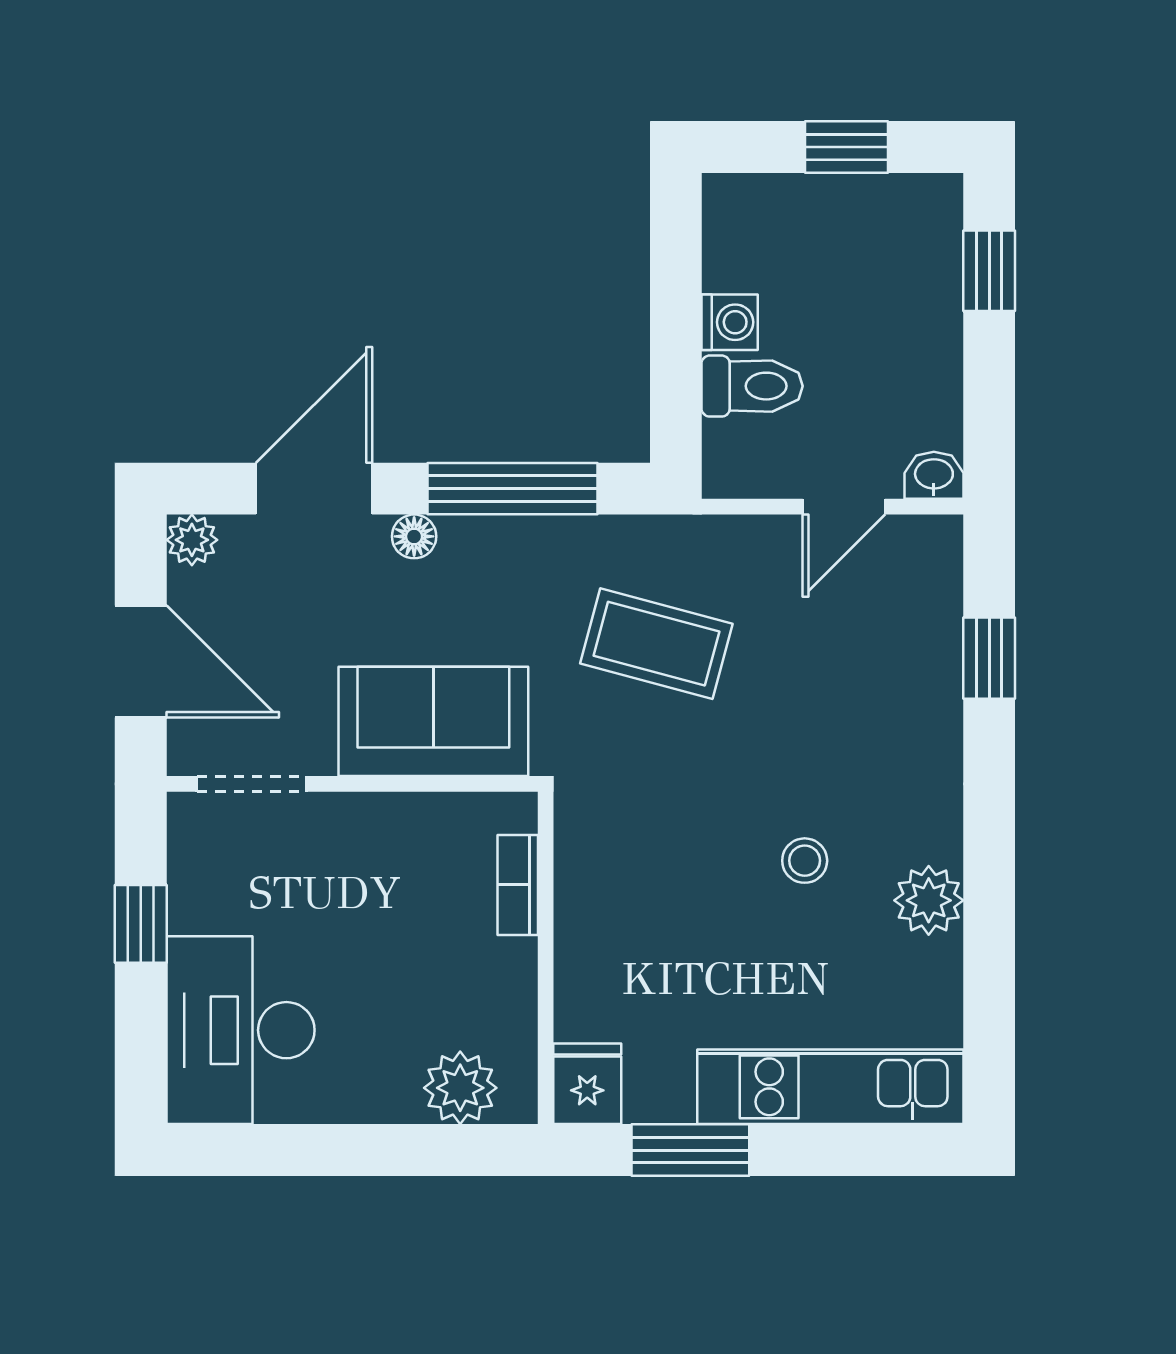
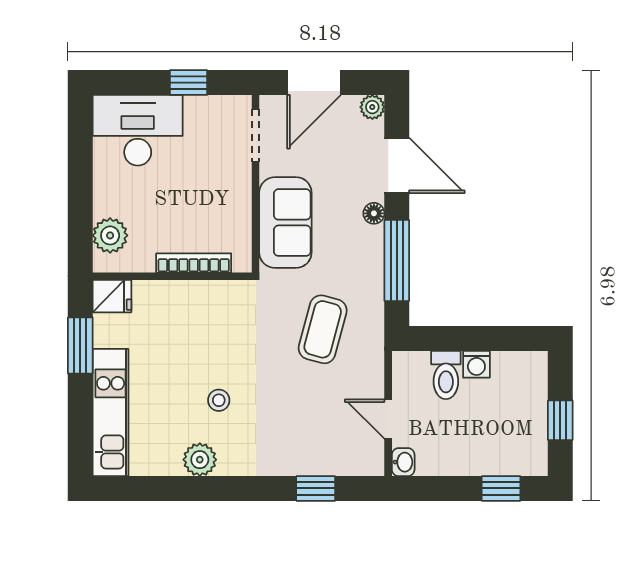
bookcase: (518, 885) -> (194, 263), width x1.56

